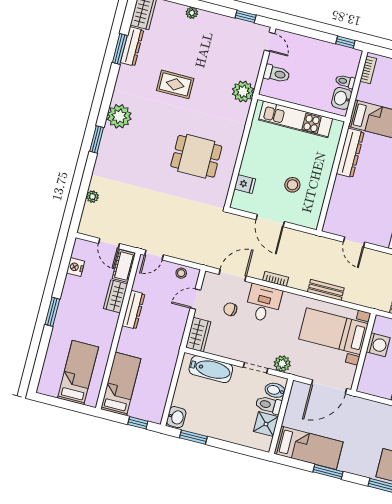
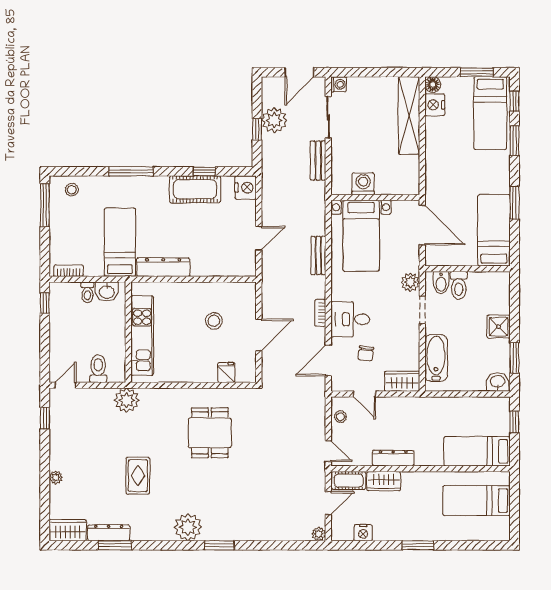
plant: (92, 197) -> (319, 534), moved
door: (233, 275) -> (328, 361), hinge flipped
shower: (266, 424) -> (499, 327), moved

